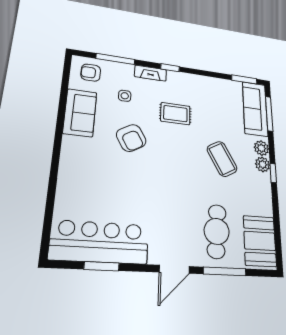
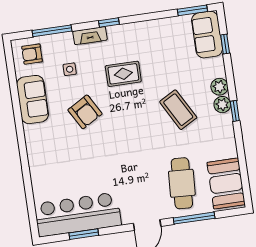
sofa: (255, 109) -> (207, 35), width x0.73
window: (269, 114) -> (225, 44), width x0.46

